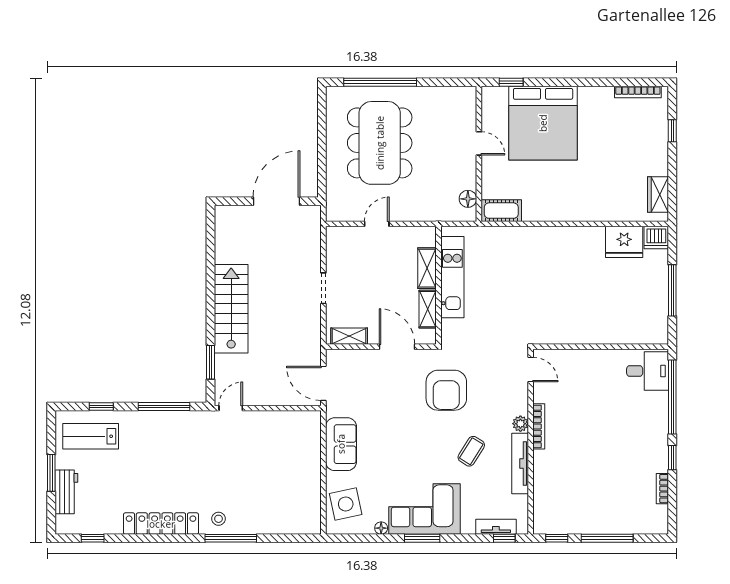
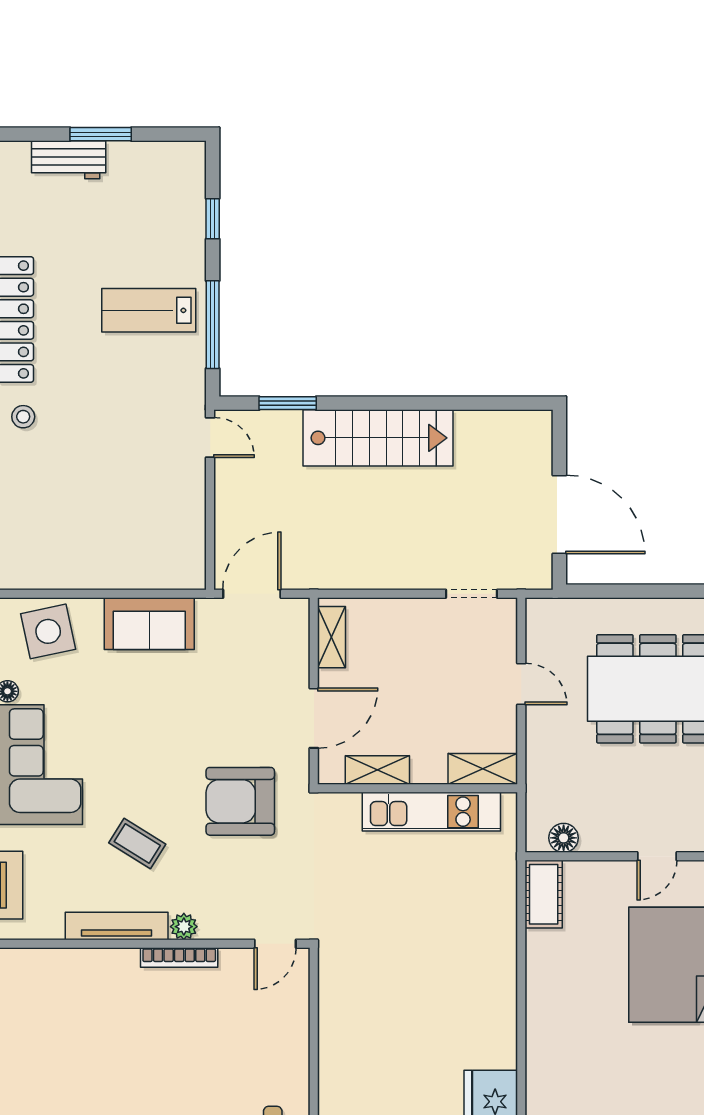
shelving: (427, 268) -> (483, 769), moved
doorway: (323, 288) -> (472, 594), moved
lab bench: (91, 436) -> (149, 310), moved, turned -90

